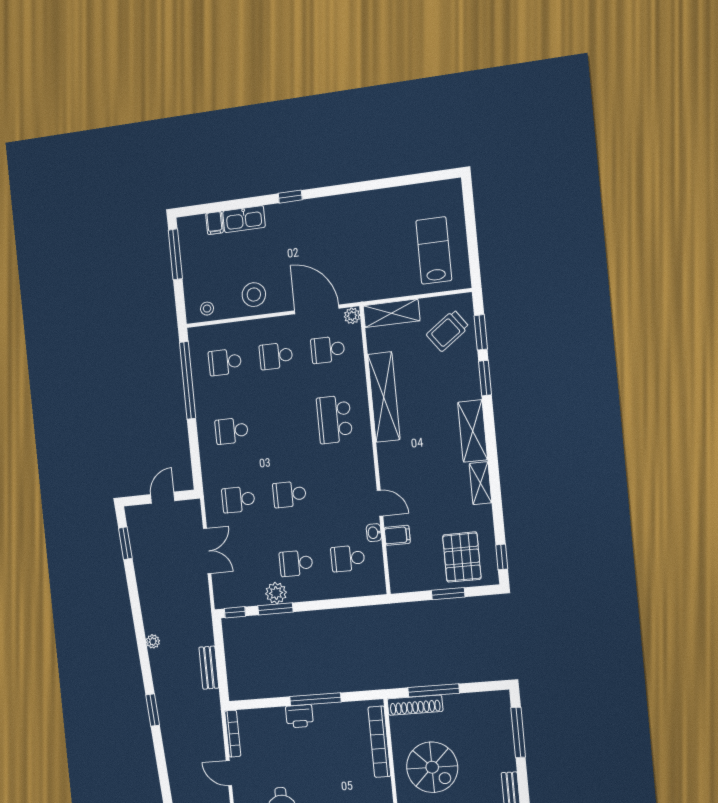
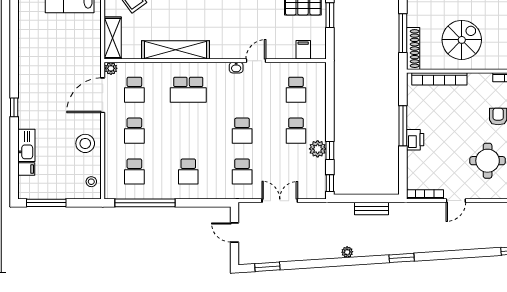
washbasin: (374, 533) -> (236, 68), moved
filing cabinet: (397, 535) -> (303, 50), moved
window: (275, 609) -> (330, 150), width x0.67

